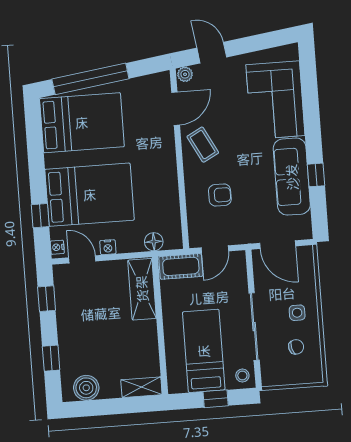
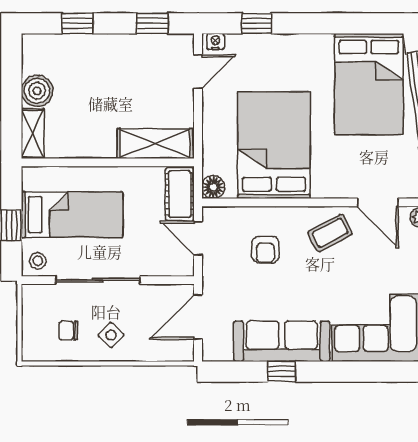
bed: (90, 195) -> (274, 145), moved, turned 180
floor lamp: (154, 242) -> (213, 187), moved
nightstand: (108, 247) -> (211, 105), removed
side table: (297, 313) -> (111, 335), turned 45
chair: (296, 347) -> (68, 331), turned 104
boiler: (86, 388) -> (37, 91), moved

